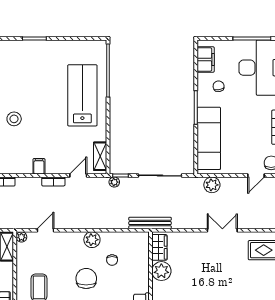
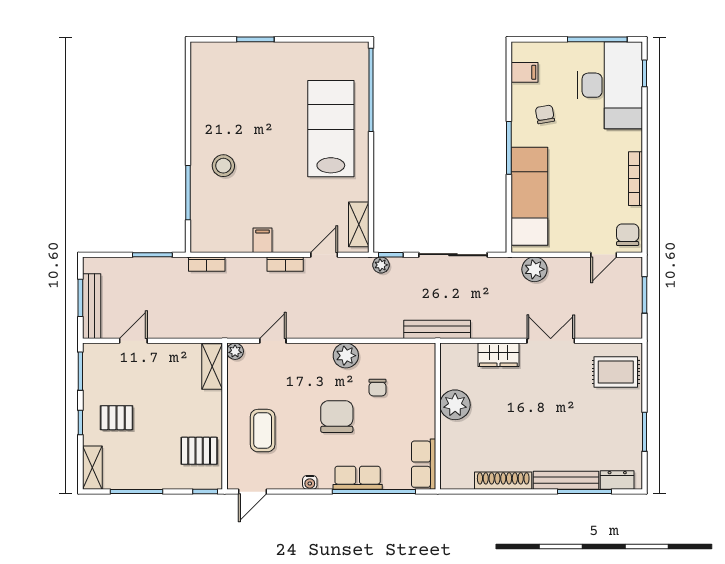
filing cabinet: (206, 60) -> (524, 72), width x0.50
wardrobe: (159, 247) -> (498, 355), moved, turned 90

